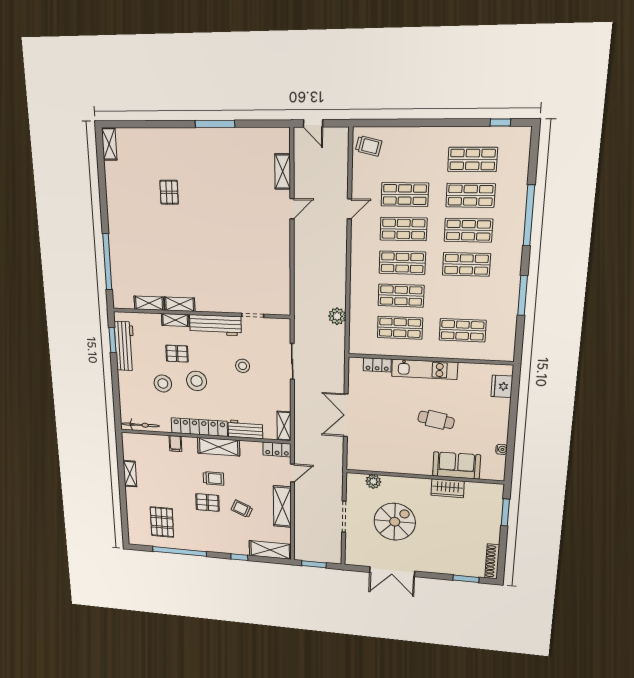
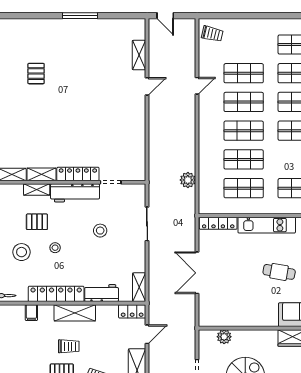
locker: (218, 305) -> (78, 174), added
locker: (377, 365) -> (218, 223), width x1.53
stool: (197, 381) -> (55, 248), width x0.53, depth x0.53

